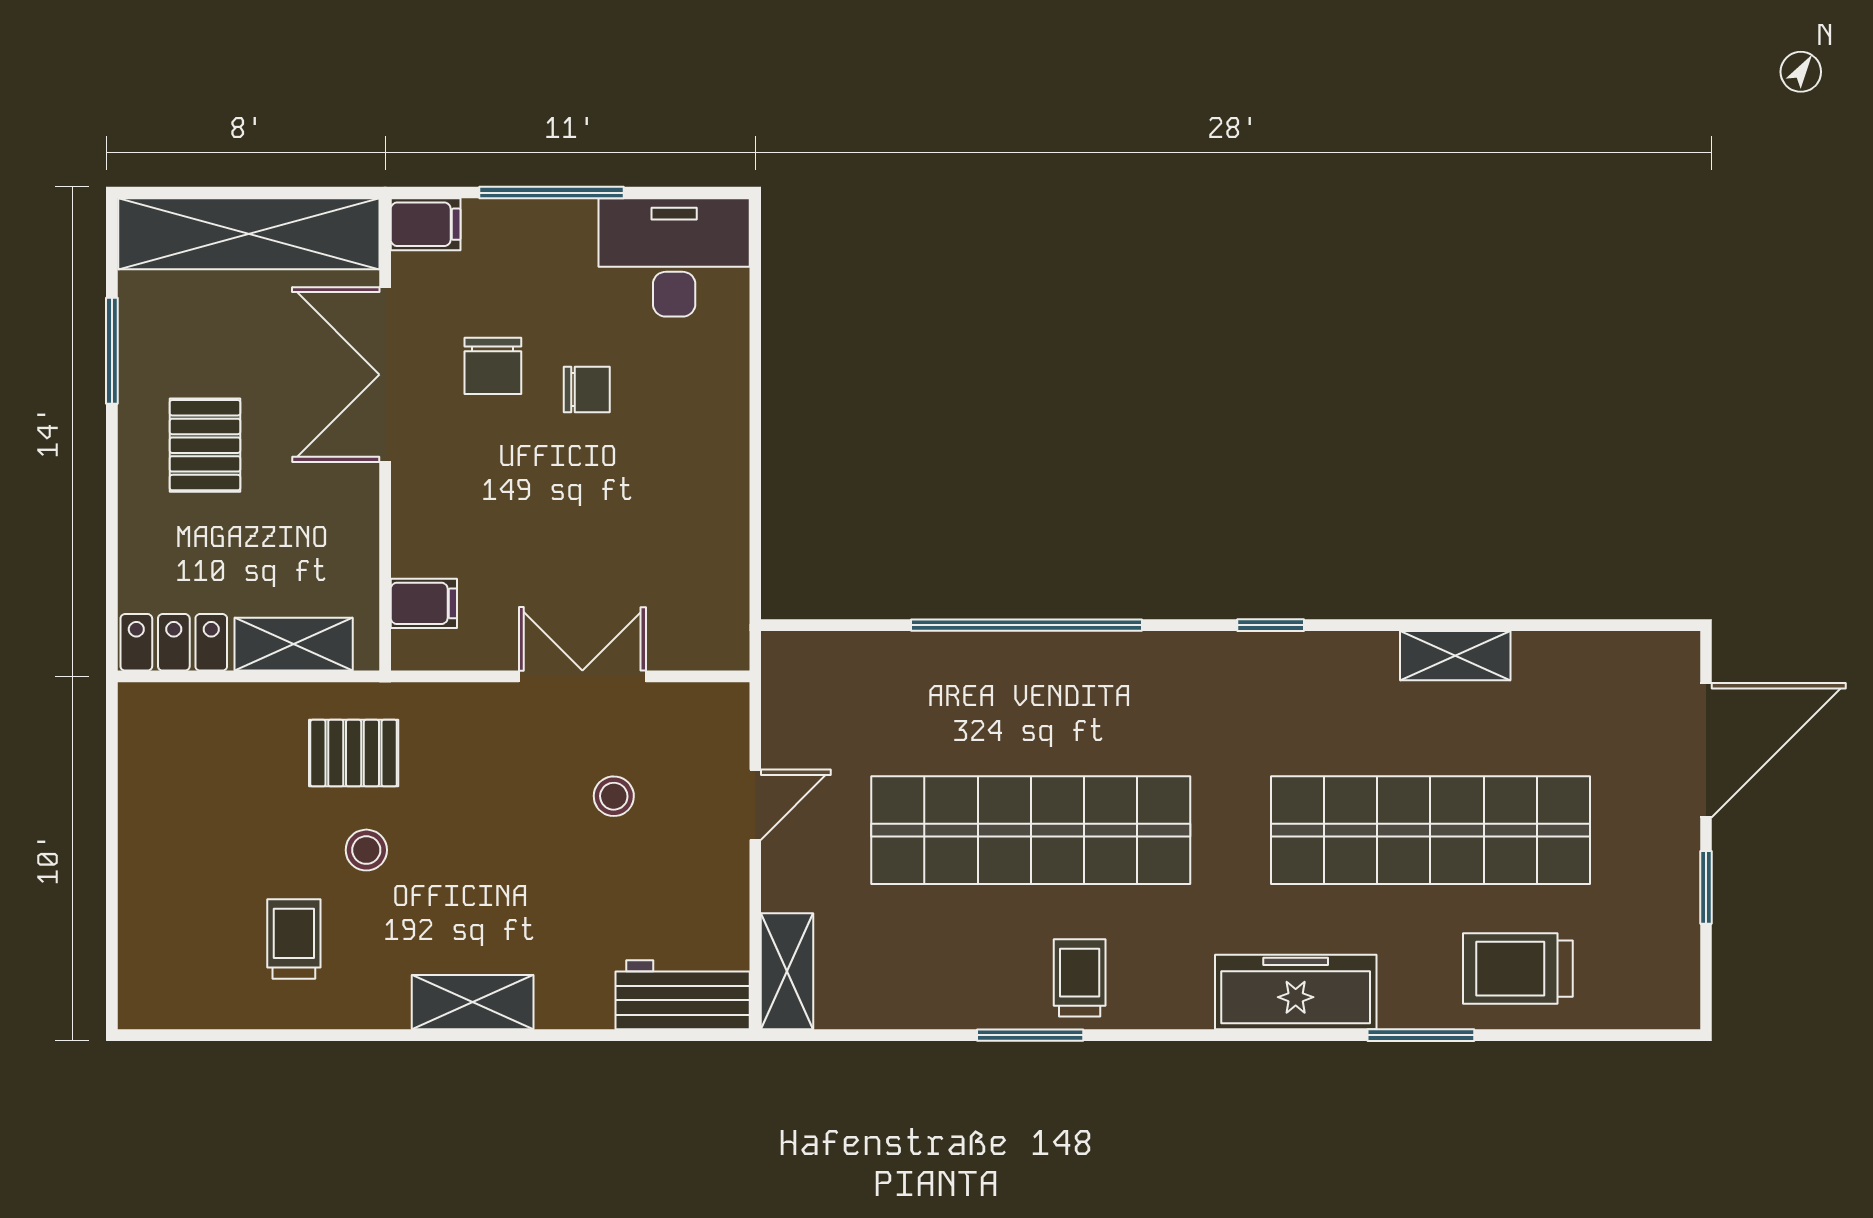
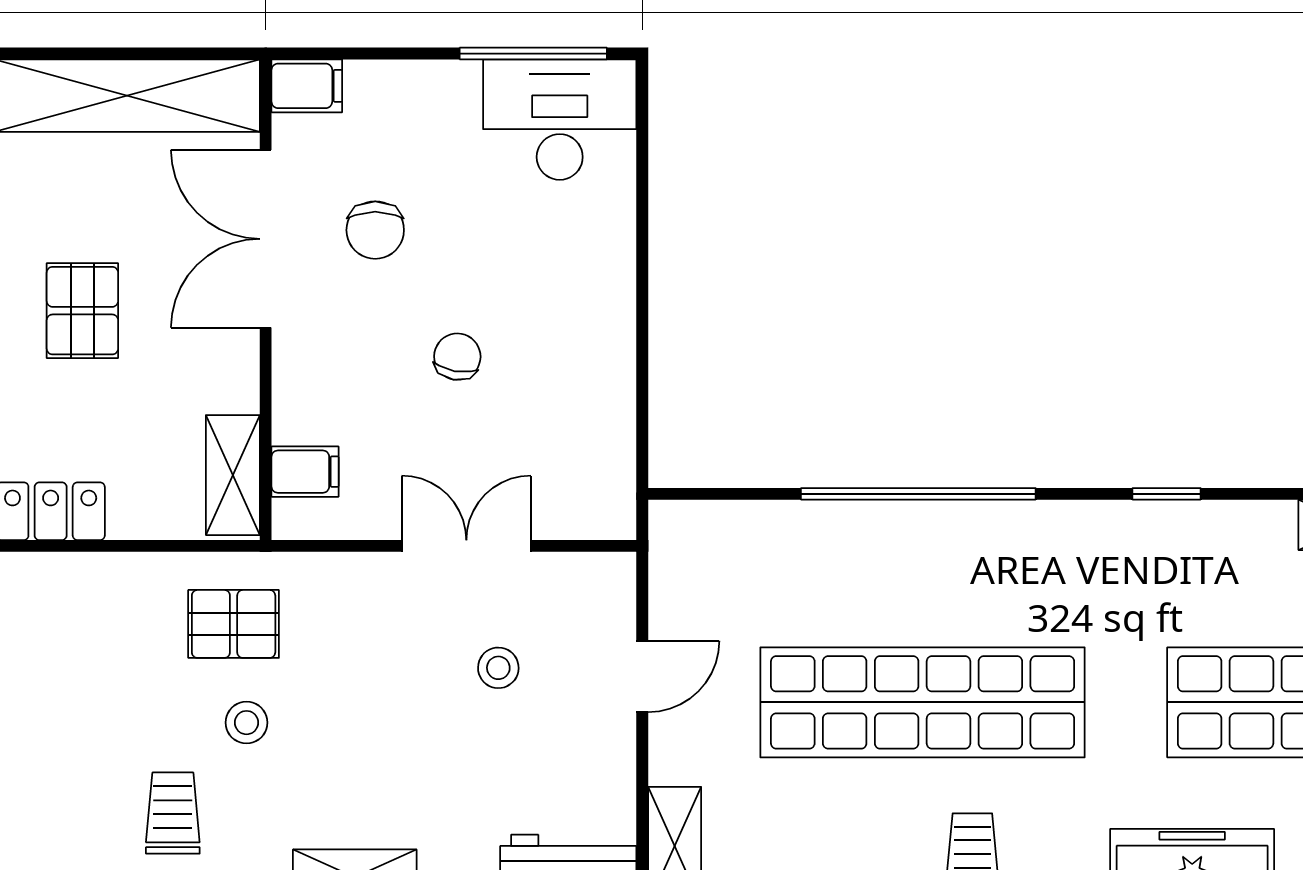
window: (551, 193) -> (533, 54), moved
chair: (587, 389) -> (457, 357), moved, turned -80
shelving: (294, 644) -> (233, 475), moved, turned 90

